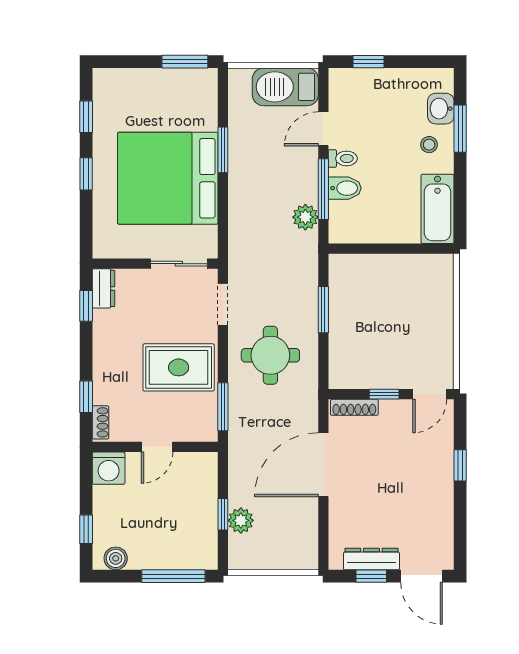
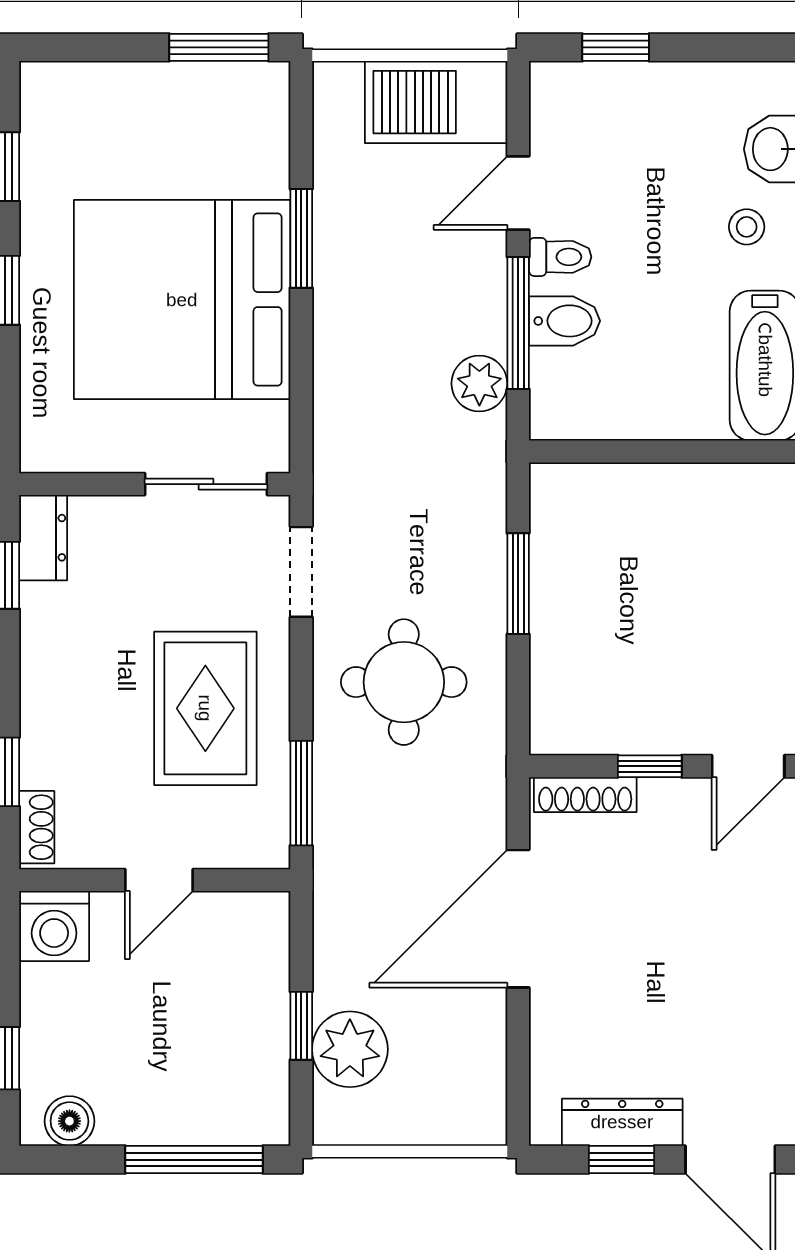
rug: (179, 367) -> (205, 708), turned 90
plant: (241, 520) -> (350, 1049), width x1.36, depth x1.36

